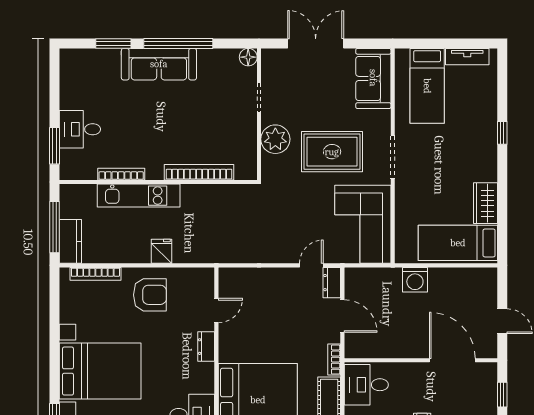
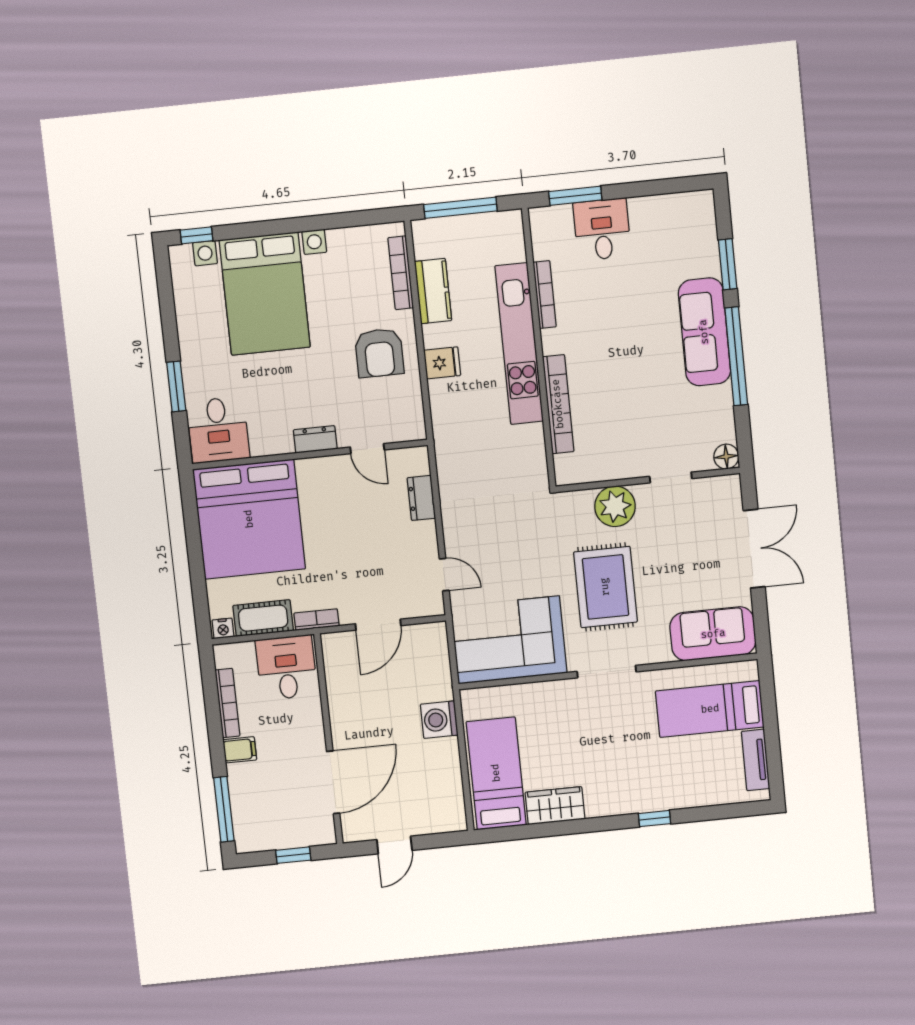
kitchen unit: (139, 196) -> (519, 344), width x1.36
kitchen counter: (70, 241) -> (433, 291), moved, turned -90
dresser: (332, 283) -> (421, 498), moved, turned -90

